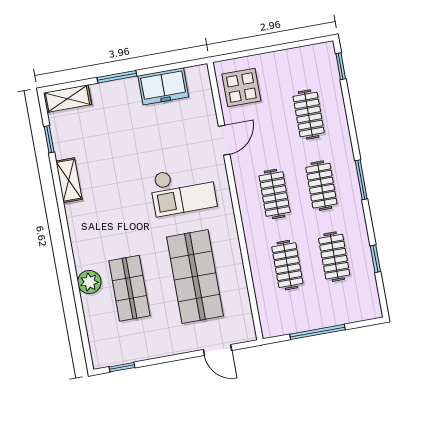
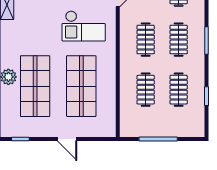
shop shelf: (129, 288) -> (35, 86), width x1.43, depth x1.36
door: (217, 350) -> (67, 139), moved

